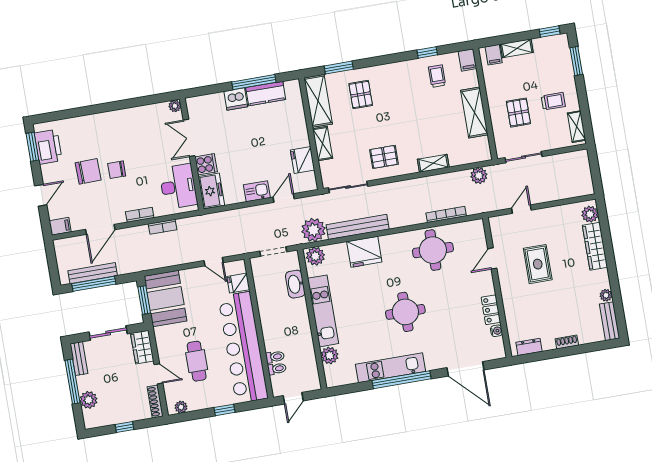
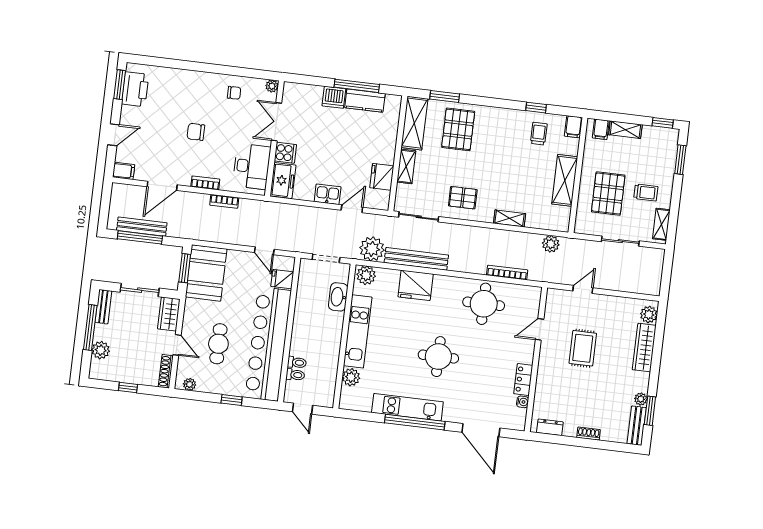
pallet: (361, 95) -> (458, 129), width x1.50, depth x1.42
pallet: (518, 113) -> (608, 194), width x1.50, depth x1.42
sliding door: (523, 157) -> (620, 241), moved
chair: (88, 171) -> (234, 93), moved, width x0.54, depth x0.54
window: (618, 304) -> (650, 411), added
door: (293, 398) -> (303, 409), hinge flipped

